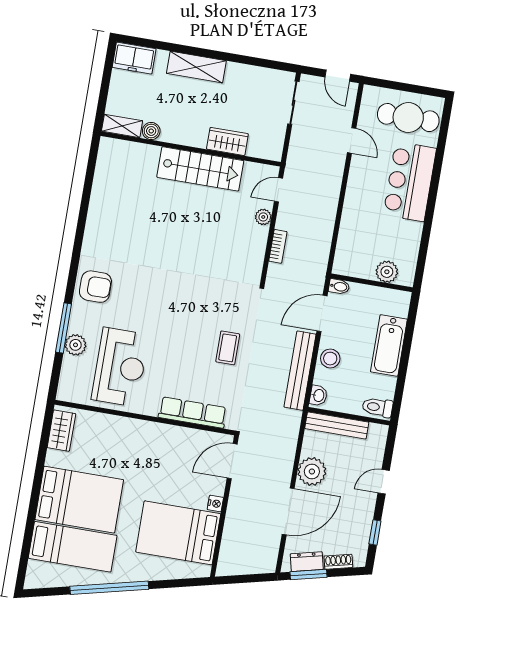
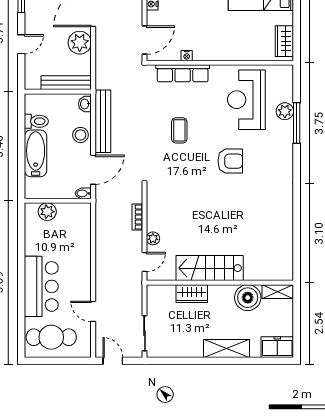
boiler: (151, 131) -> (248, 298), width x1.86, depth x1.86
armchair: (95, 287) -> (230, 161), moved, turned 180
coffee table: (228, 348) -> (179, 130), moved
toilet: (377, 407) -> (36, 121), moved
nightstand: (184, 433) -> (187, 56), added

